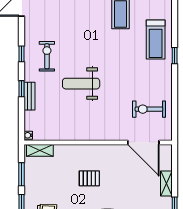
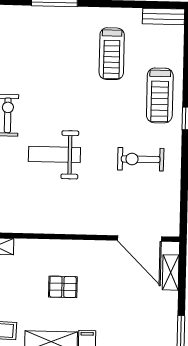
exercise bike: (149, 109) -> (141, 159), moved
shelving: (166, 183) -> (171, 272), moved

